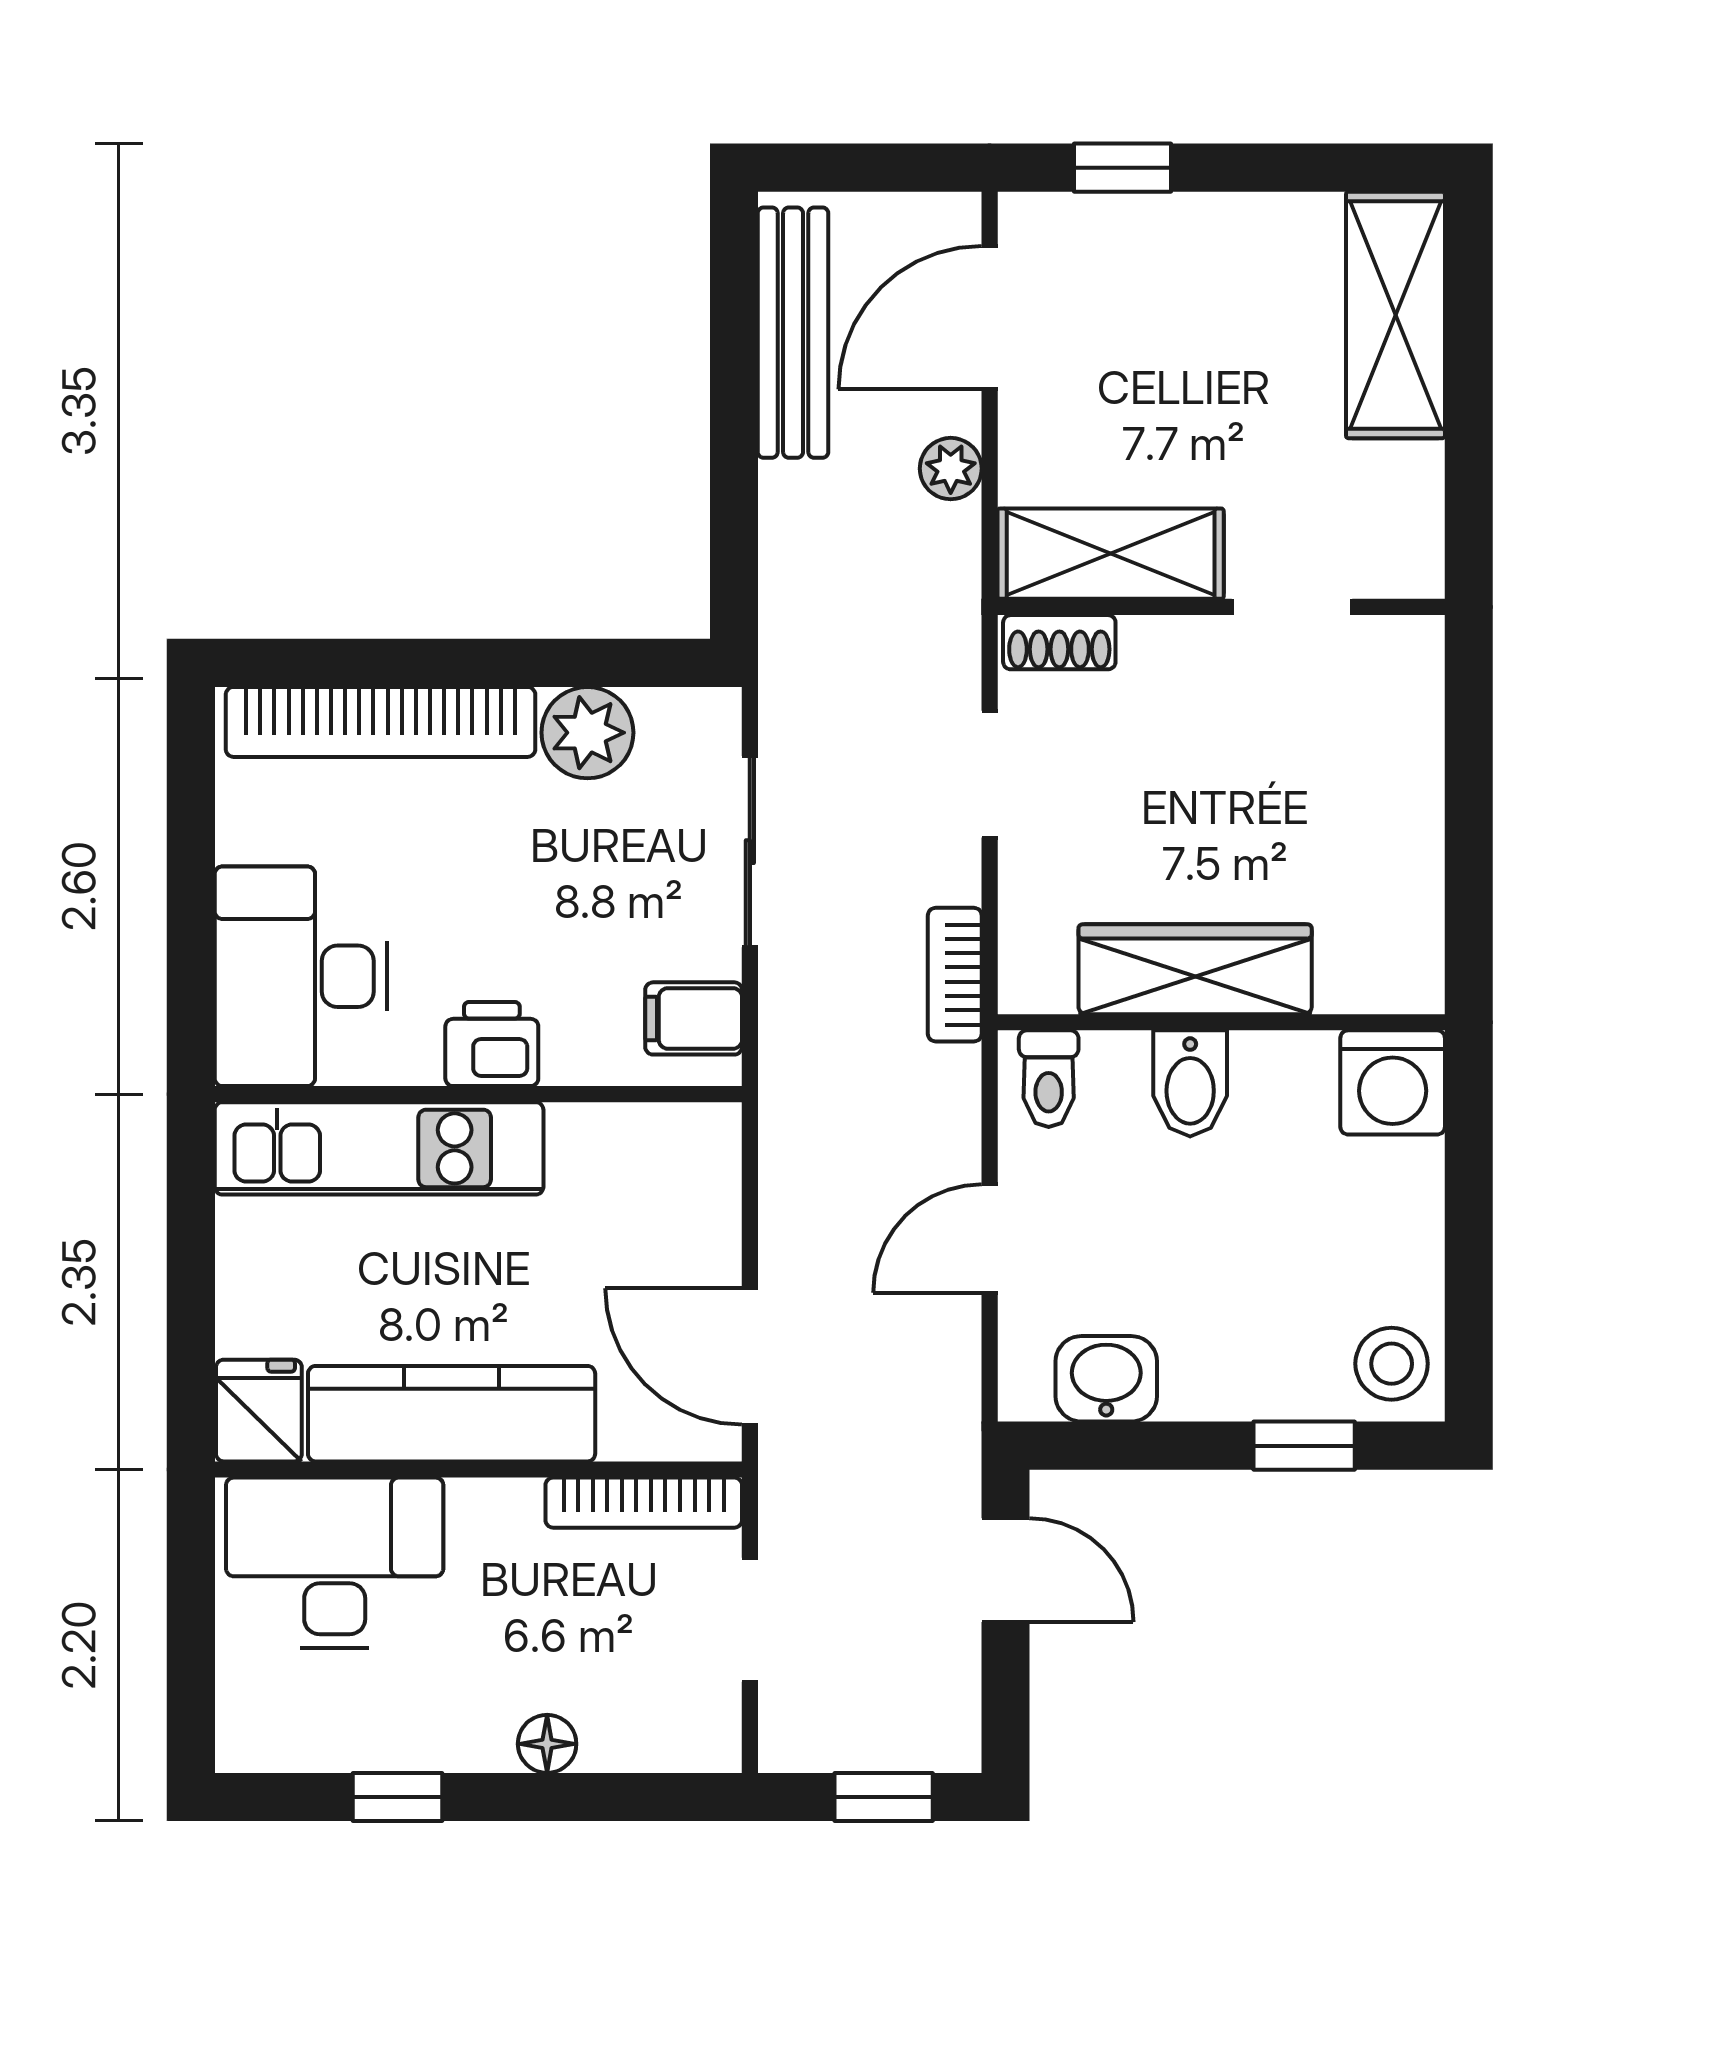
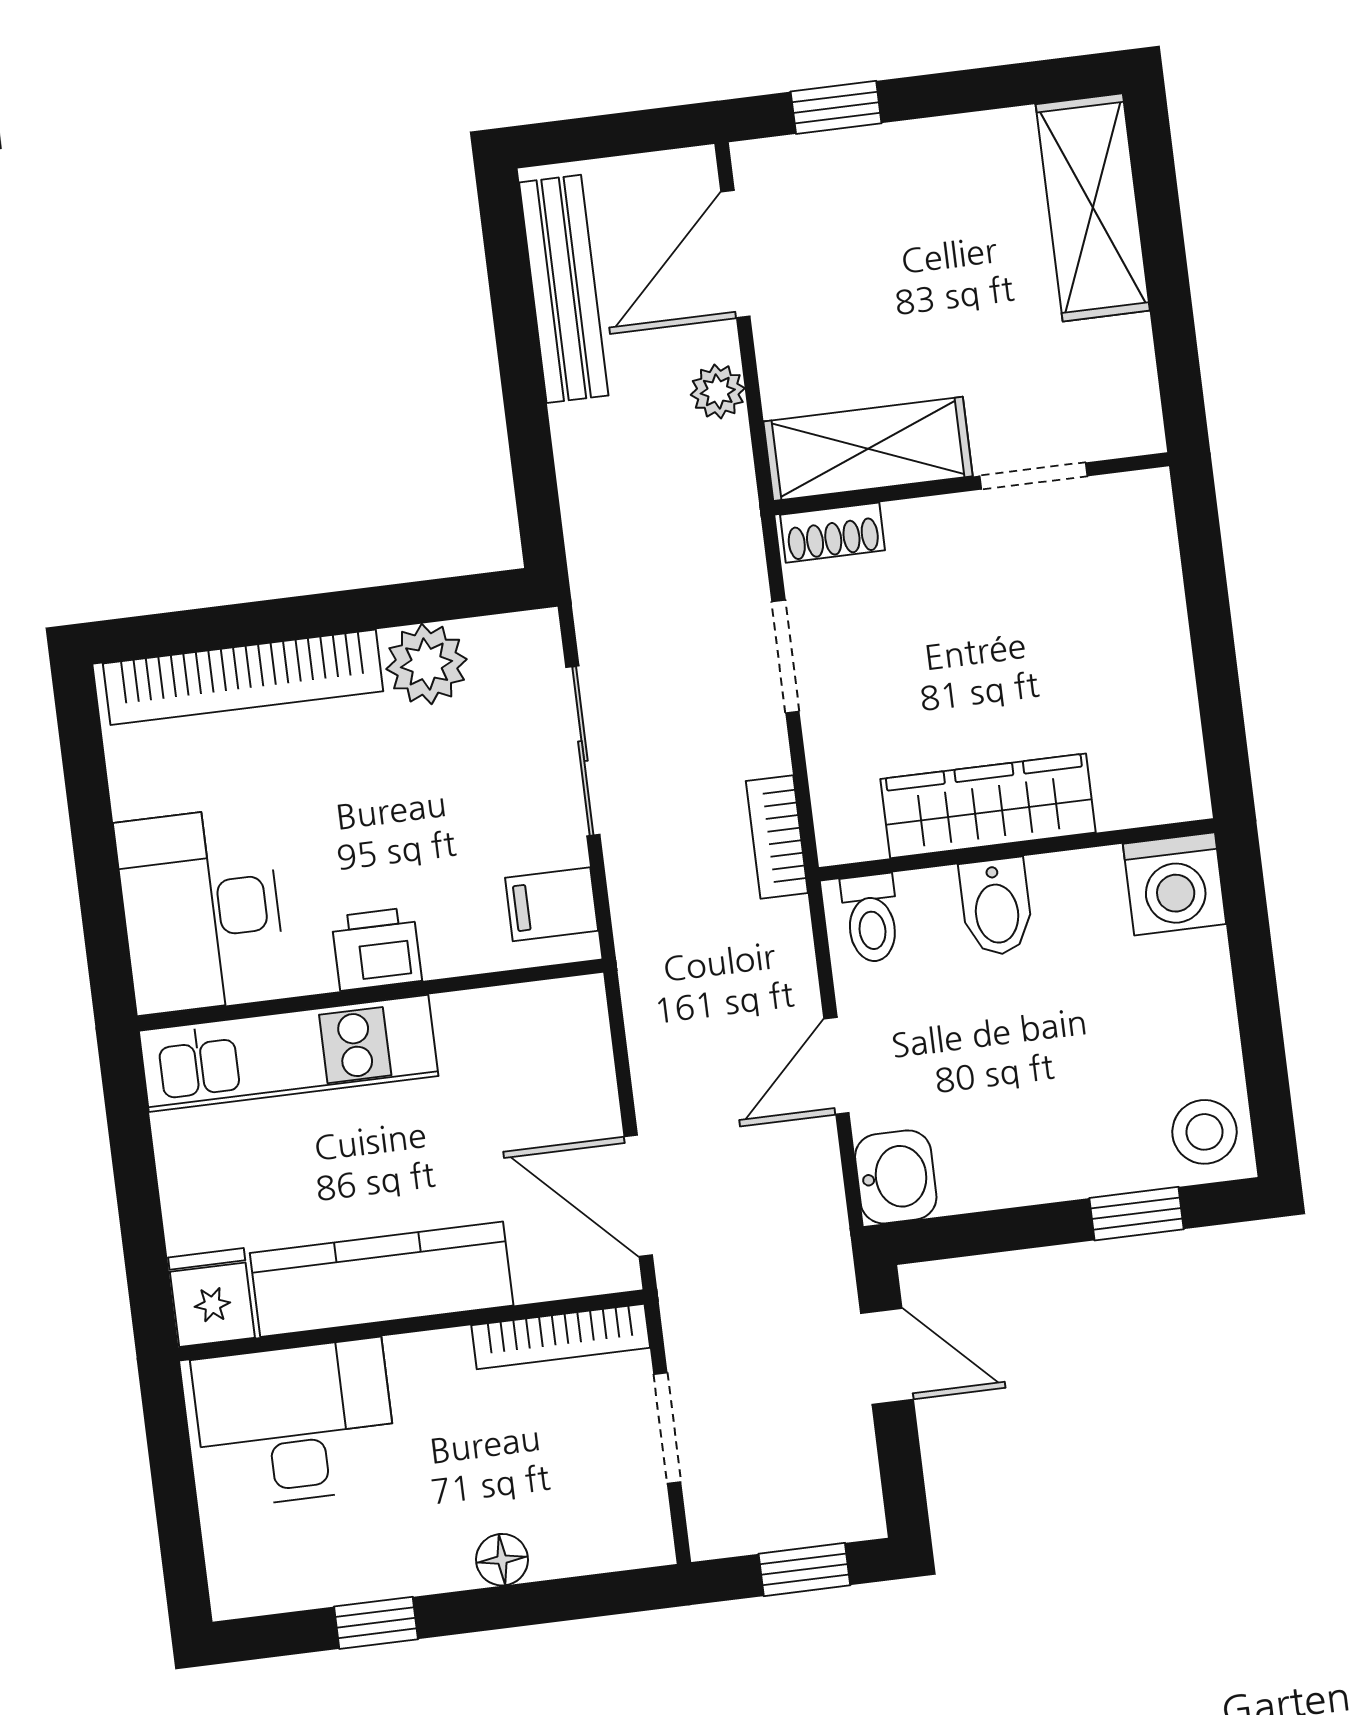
washbasin: (1106, 1379) -> (896, 1177), moved, turned 90

